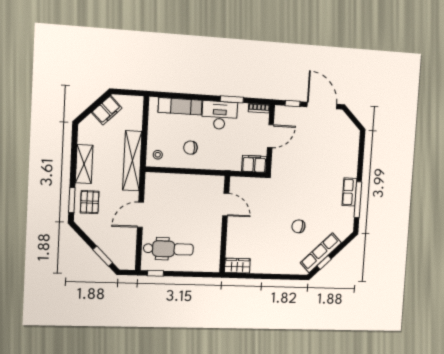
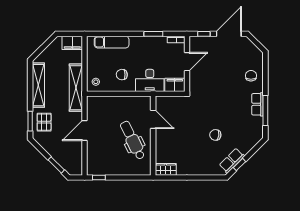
door: (322, 105) -> (229, 34), hinge flipped
filing cabinet: (107, 110) -> (72, 43), moved, turned 45
desk: (220, 115) -> (150, 80), moved, turned 180
chair: (344, 157) -> (251, 76), added
shelving: (84, 164) -> (38, 85), width x1.47
dental chair: (168, 249) -> (133, 140), moved, turned -116
row of seats: (321, 253) -> (232, 161), width x0.68

